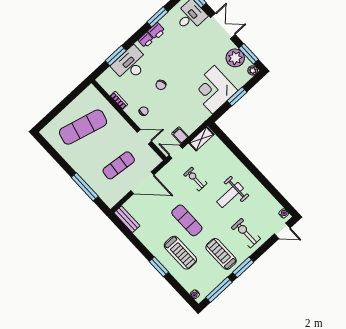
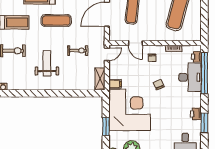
printer: (146, 40) -> (196, 57), moved
window: (116, 56) -> (204, 73), width x2.11
corner desk: (214, 90) -> (130, 110), width x1.36, depth x1.36
filing cabinet: (180, 135) -> (115, 84), moved
door: (144, 137) -> (135, 43), hinge flipped

